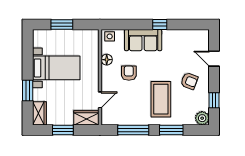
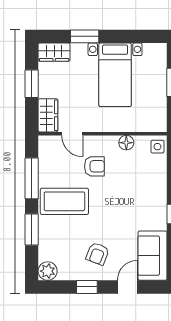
sofa: (143, 40) -> (153, 256), moved
armchair: (129, 73) -> (94, 166), moved
coffee table: (161, 99) -> (64, 201), moved
window: (214, 100) -> (87, 287), moved

